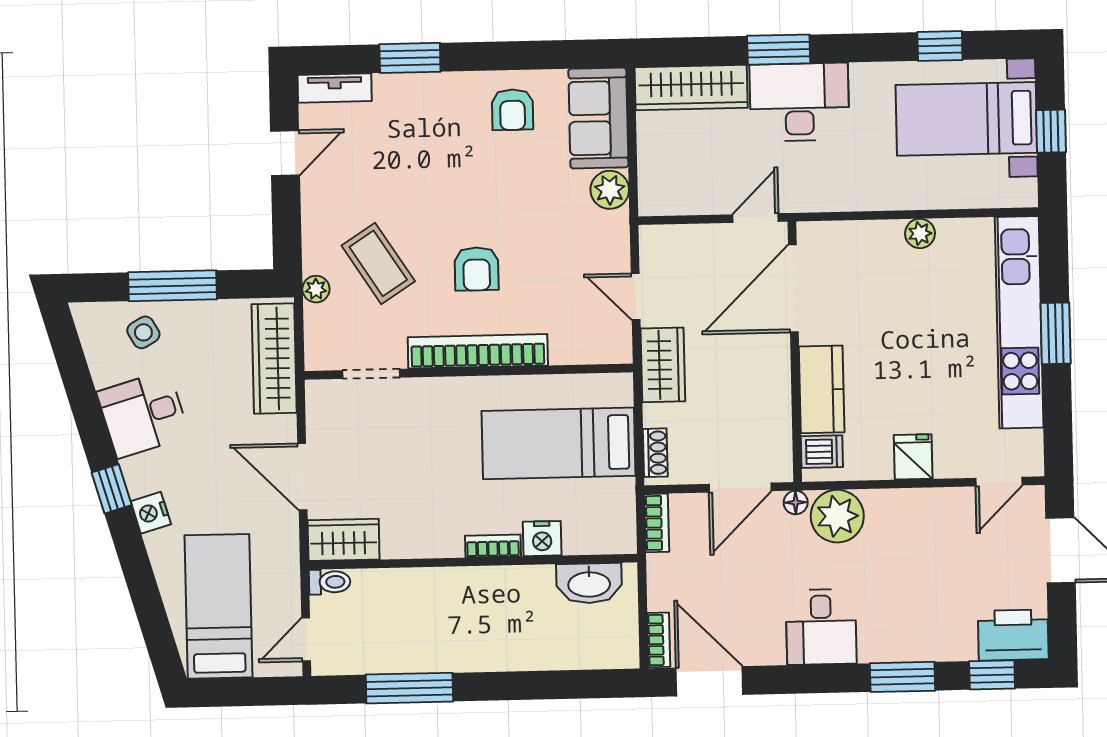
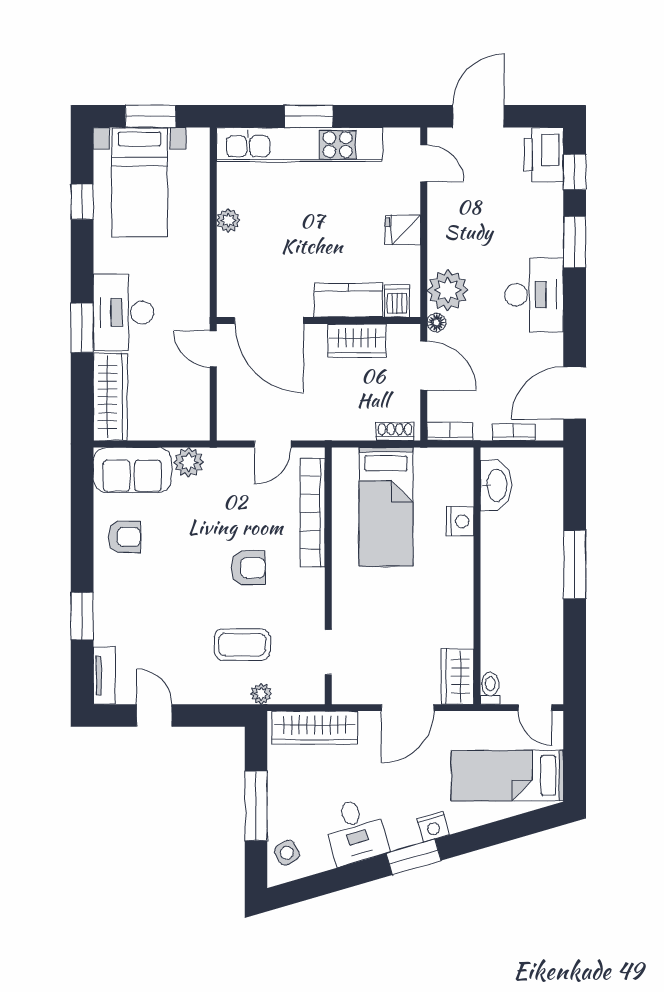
window: (1051, 131) -> (151, 116), width x1.50
coffee table: (378, 263) -> (242, 645), turned 33
side table: (143, 332) -> (287, 853), moved
bookcase: (478, 351) -> (313, 513), moved
wardrobe: (663, 365) -> (357, 341), moved, turned 180
window: (112, 489) -> (414, 857), width x1.50
bookcase: (493, 546) -> (465, 560), removed
desk: (821, 627) -> (534, 295), width x1.37
bookcase: (659, 640) -> (514, 432), moved
window: (409, 688) -> (575, 564), moved

